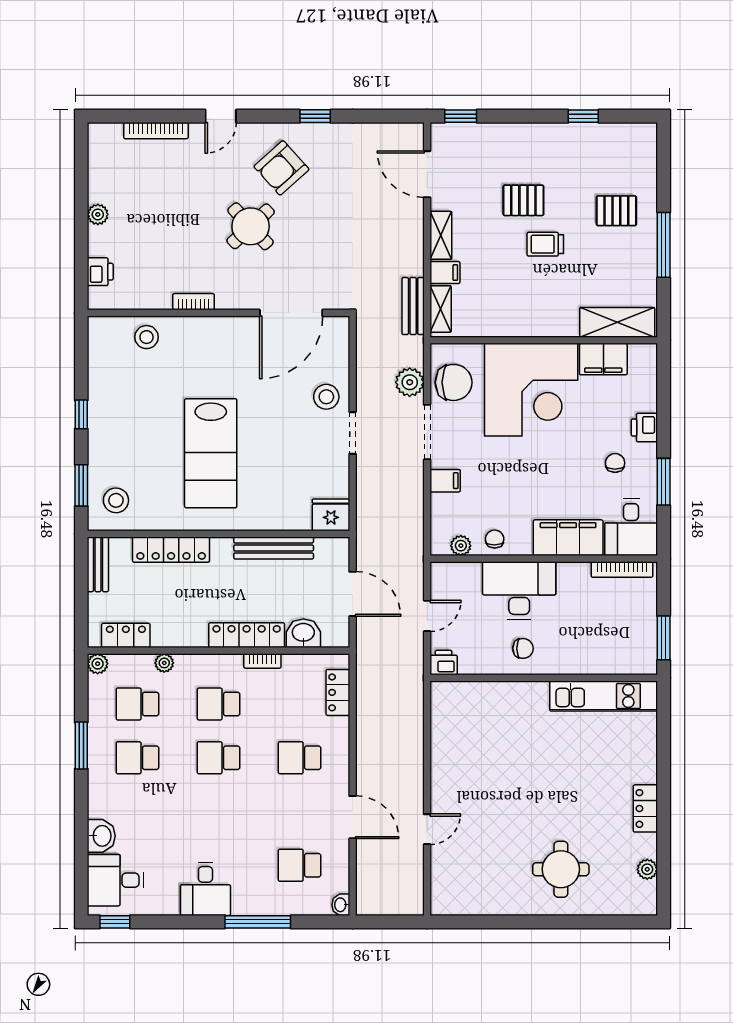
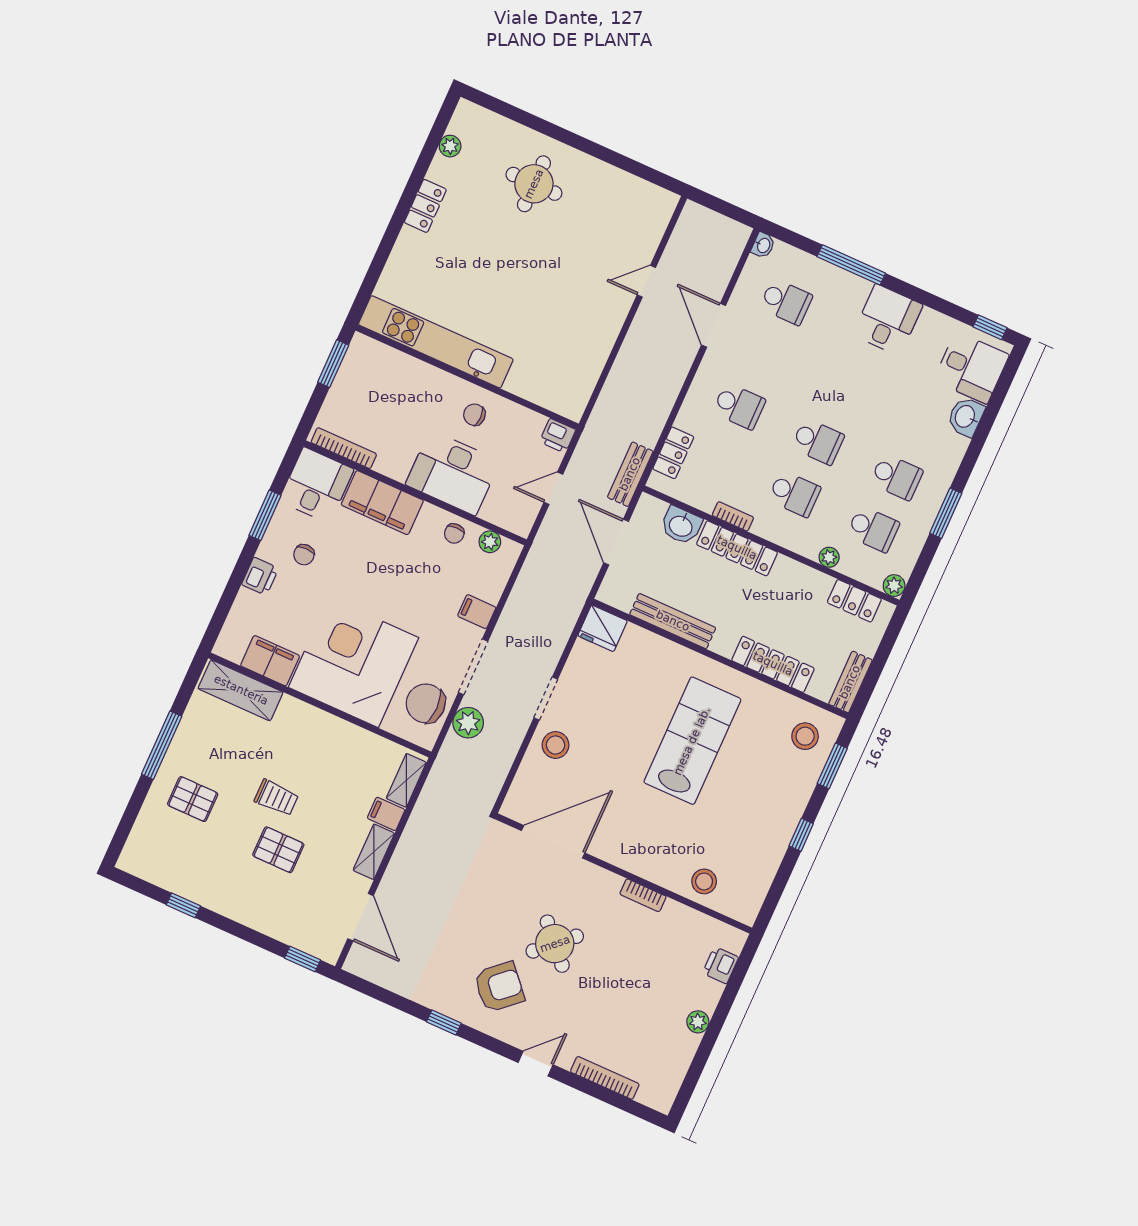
bench: (413, 306) -> (630, 474), moved
kitchen unit: (604, 696) -> (436, 342), width x1.36

